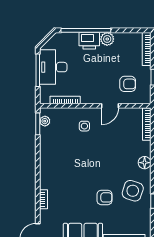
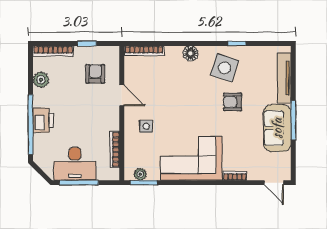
plant: (107, 39) -> (41, 80), moved
corner sofa: (58, 163) -> (191, 158), added
armchair: (105, 197) -> (233, 102), turned -90

